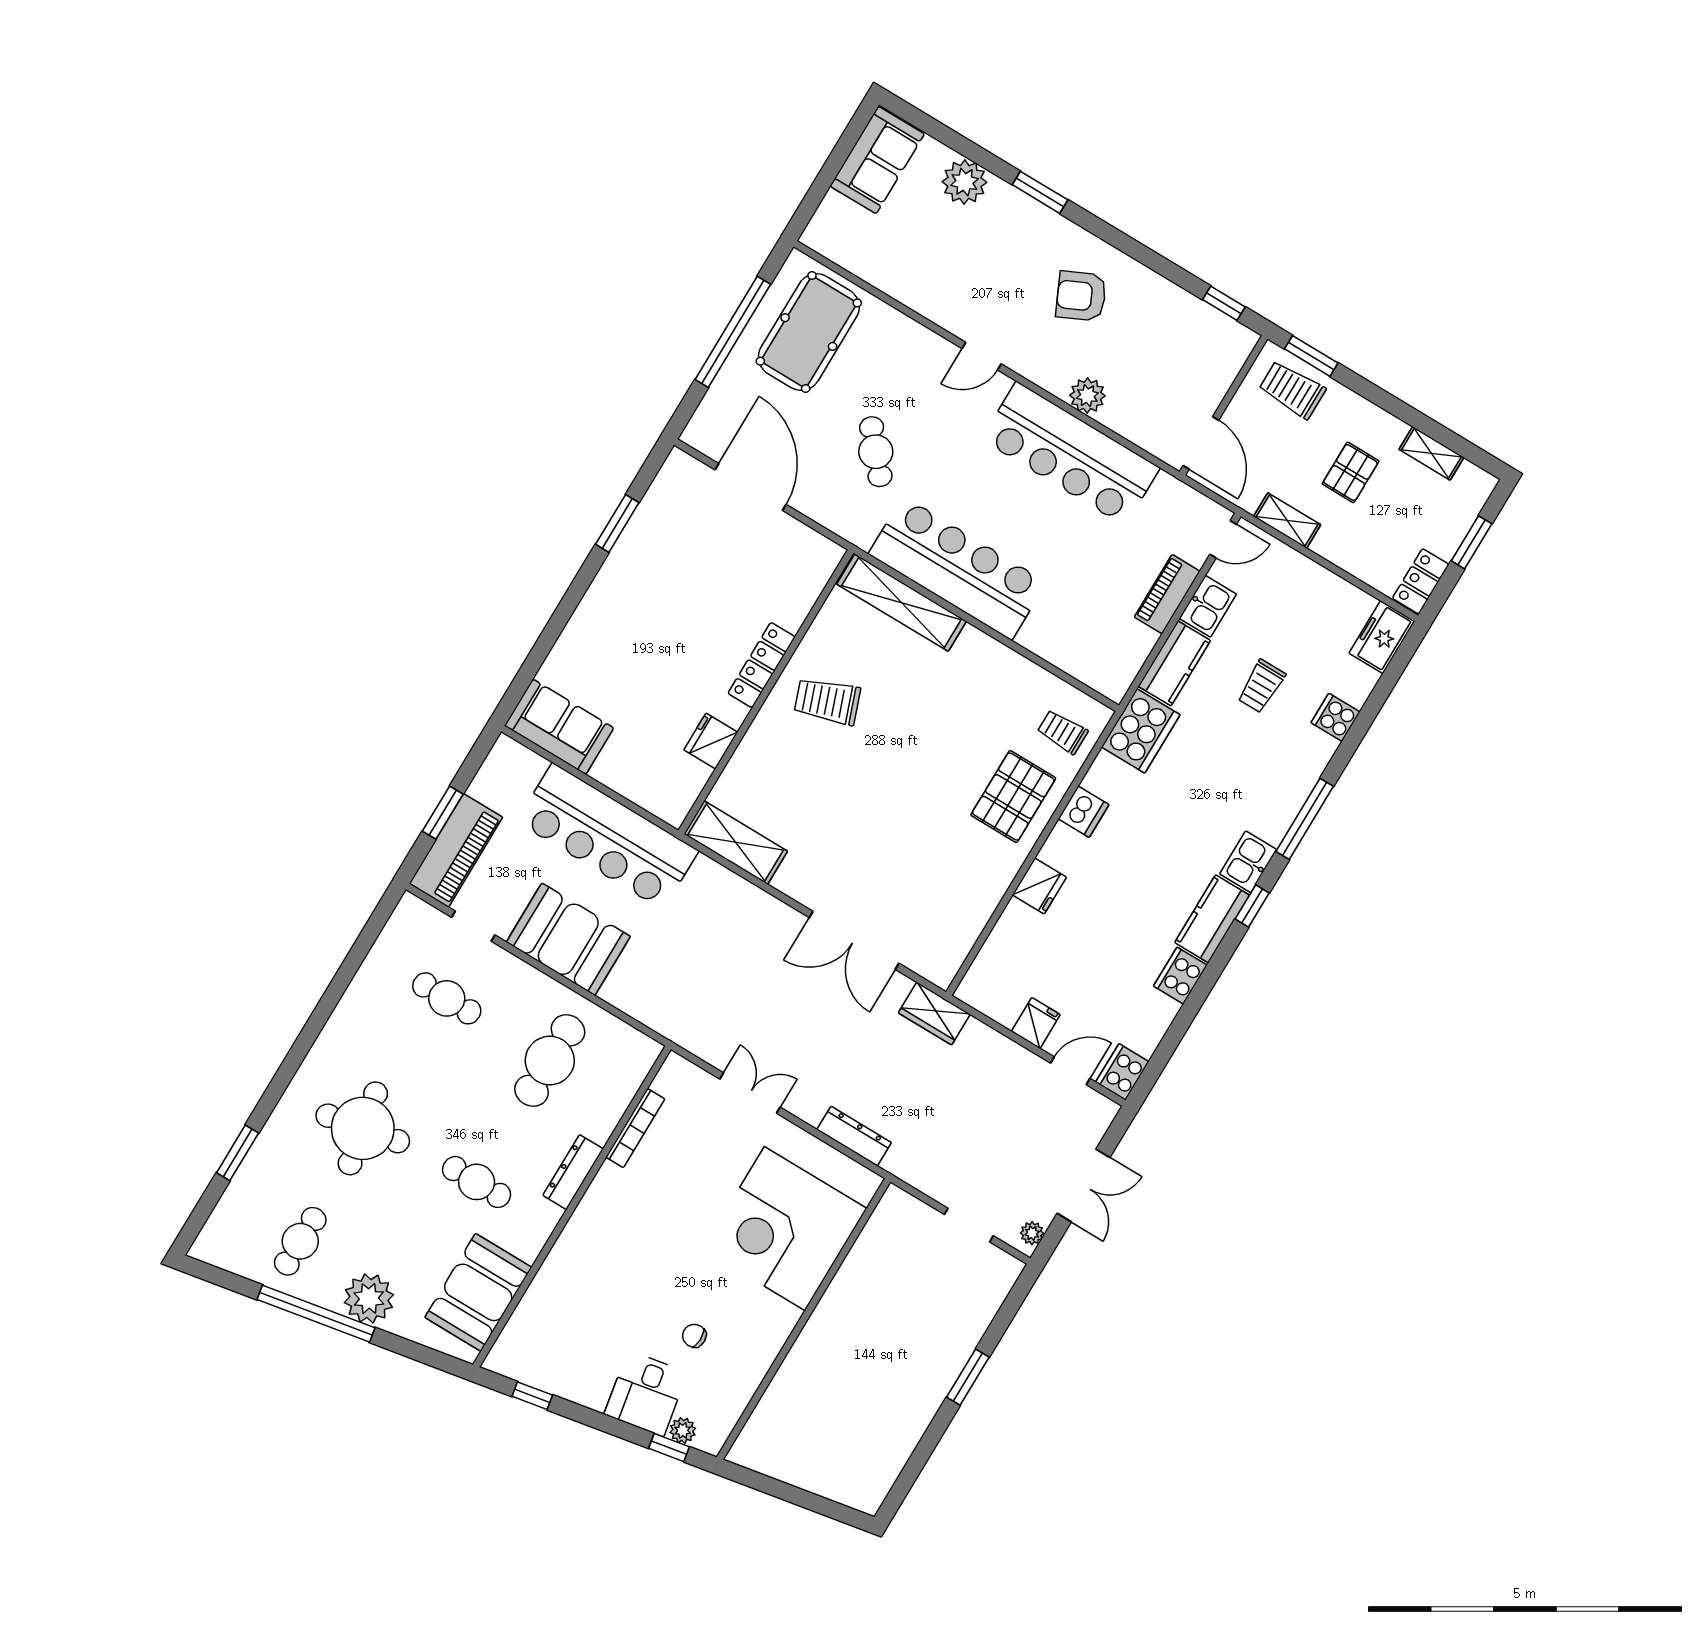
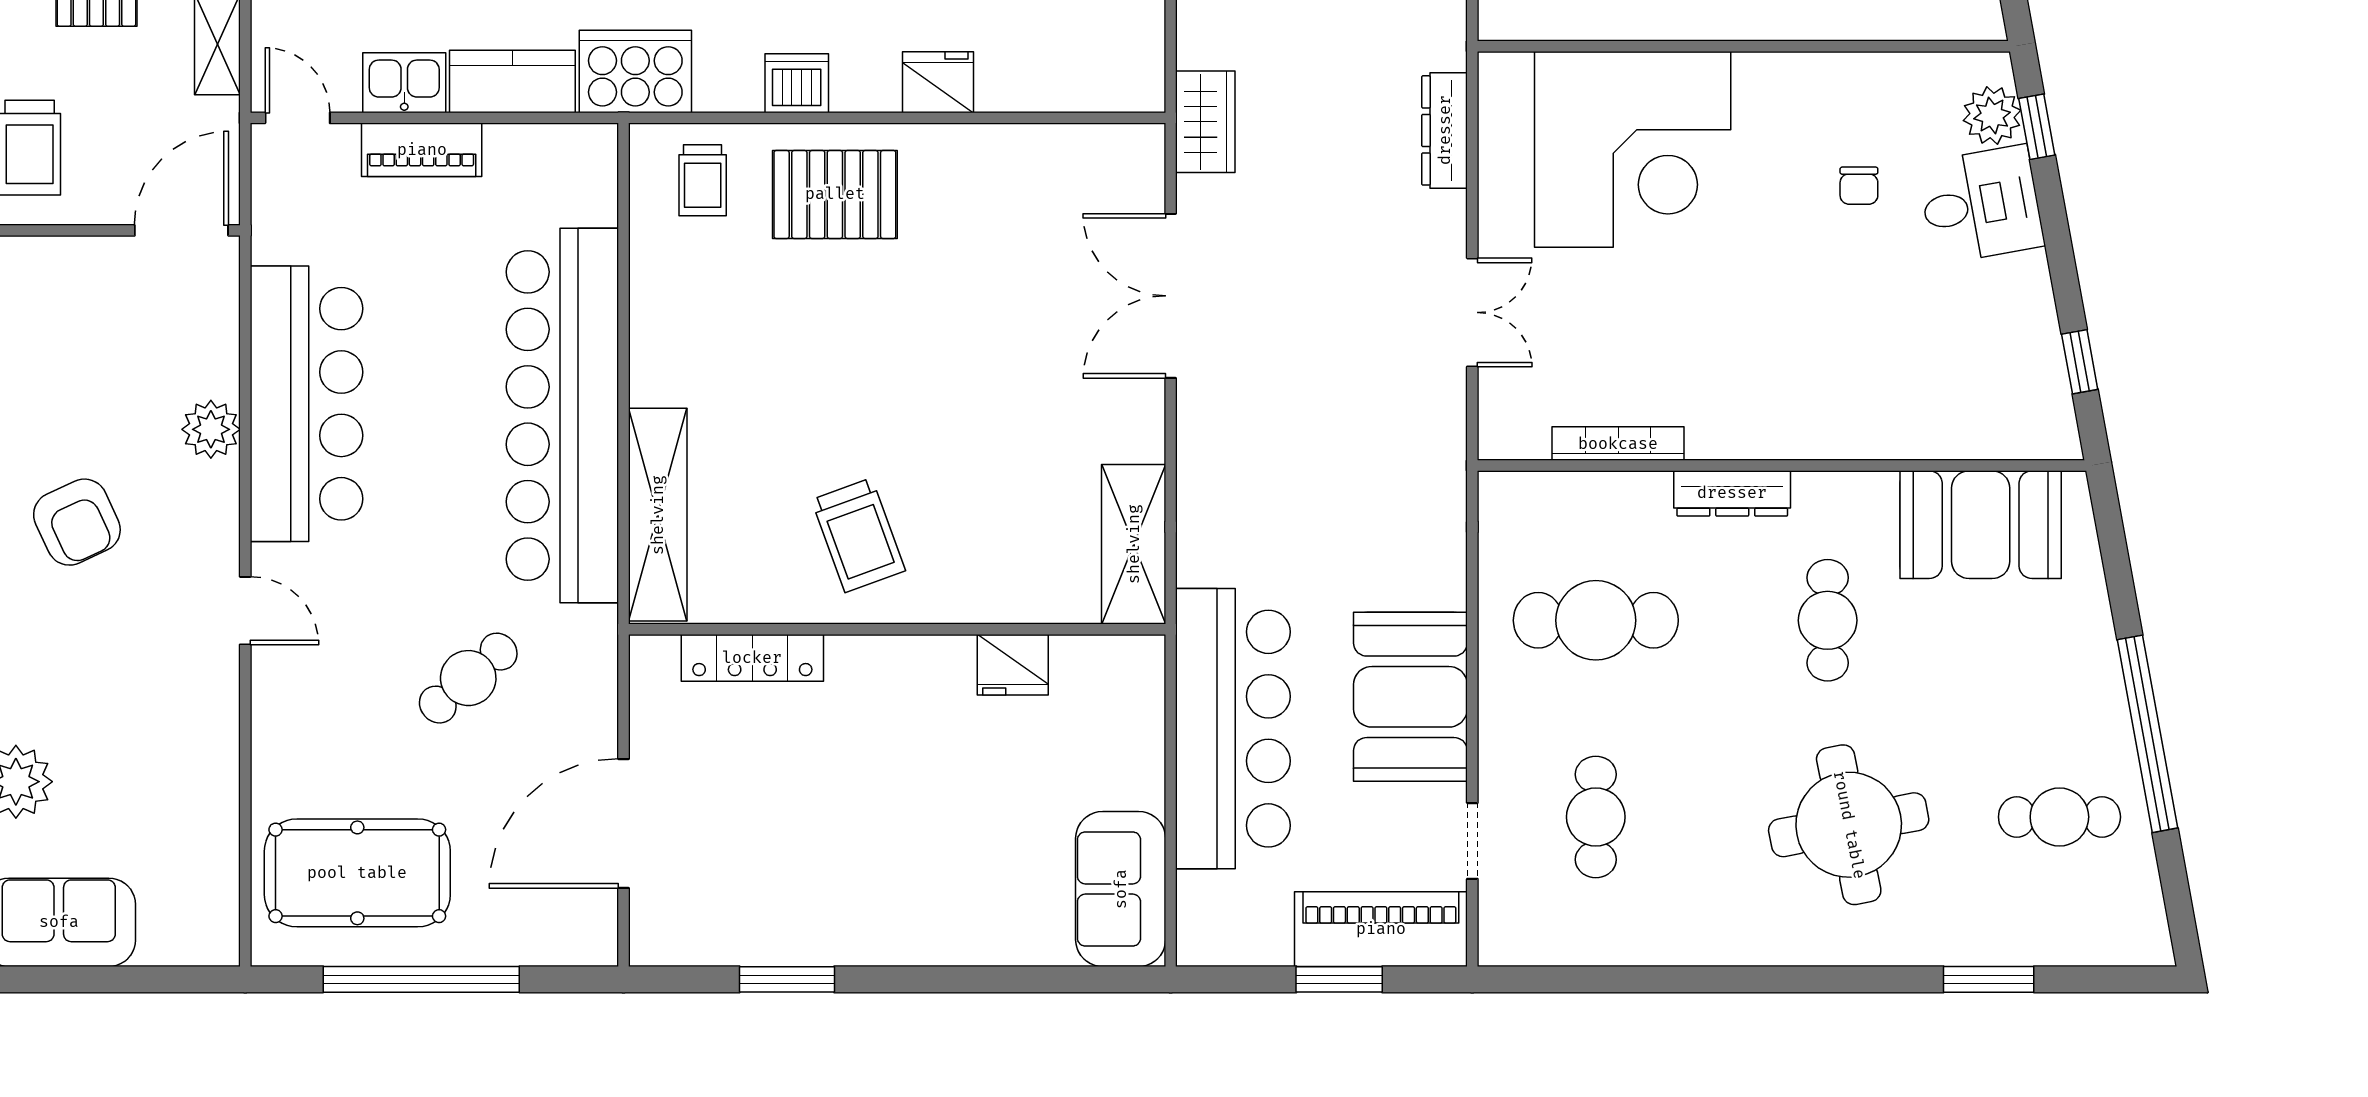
bar counter: (957, 568) -> (562, 416), width x1.36
locker: (762, 665) -> (752, 658), moved
double door: (854, 940) -> (1171, 296), swing flipped
double door: (750, 1093) -> (1472, 312), swing flipped
plant: (369, 1299) -> (2082, 673), removed
plant: (683, 1430) -> (1992, 115), width x1.38, depth x1.38

